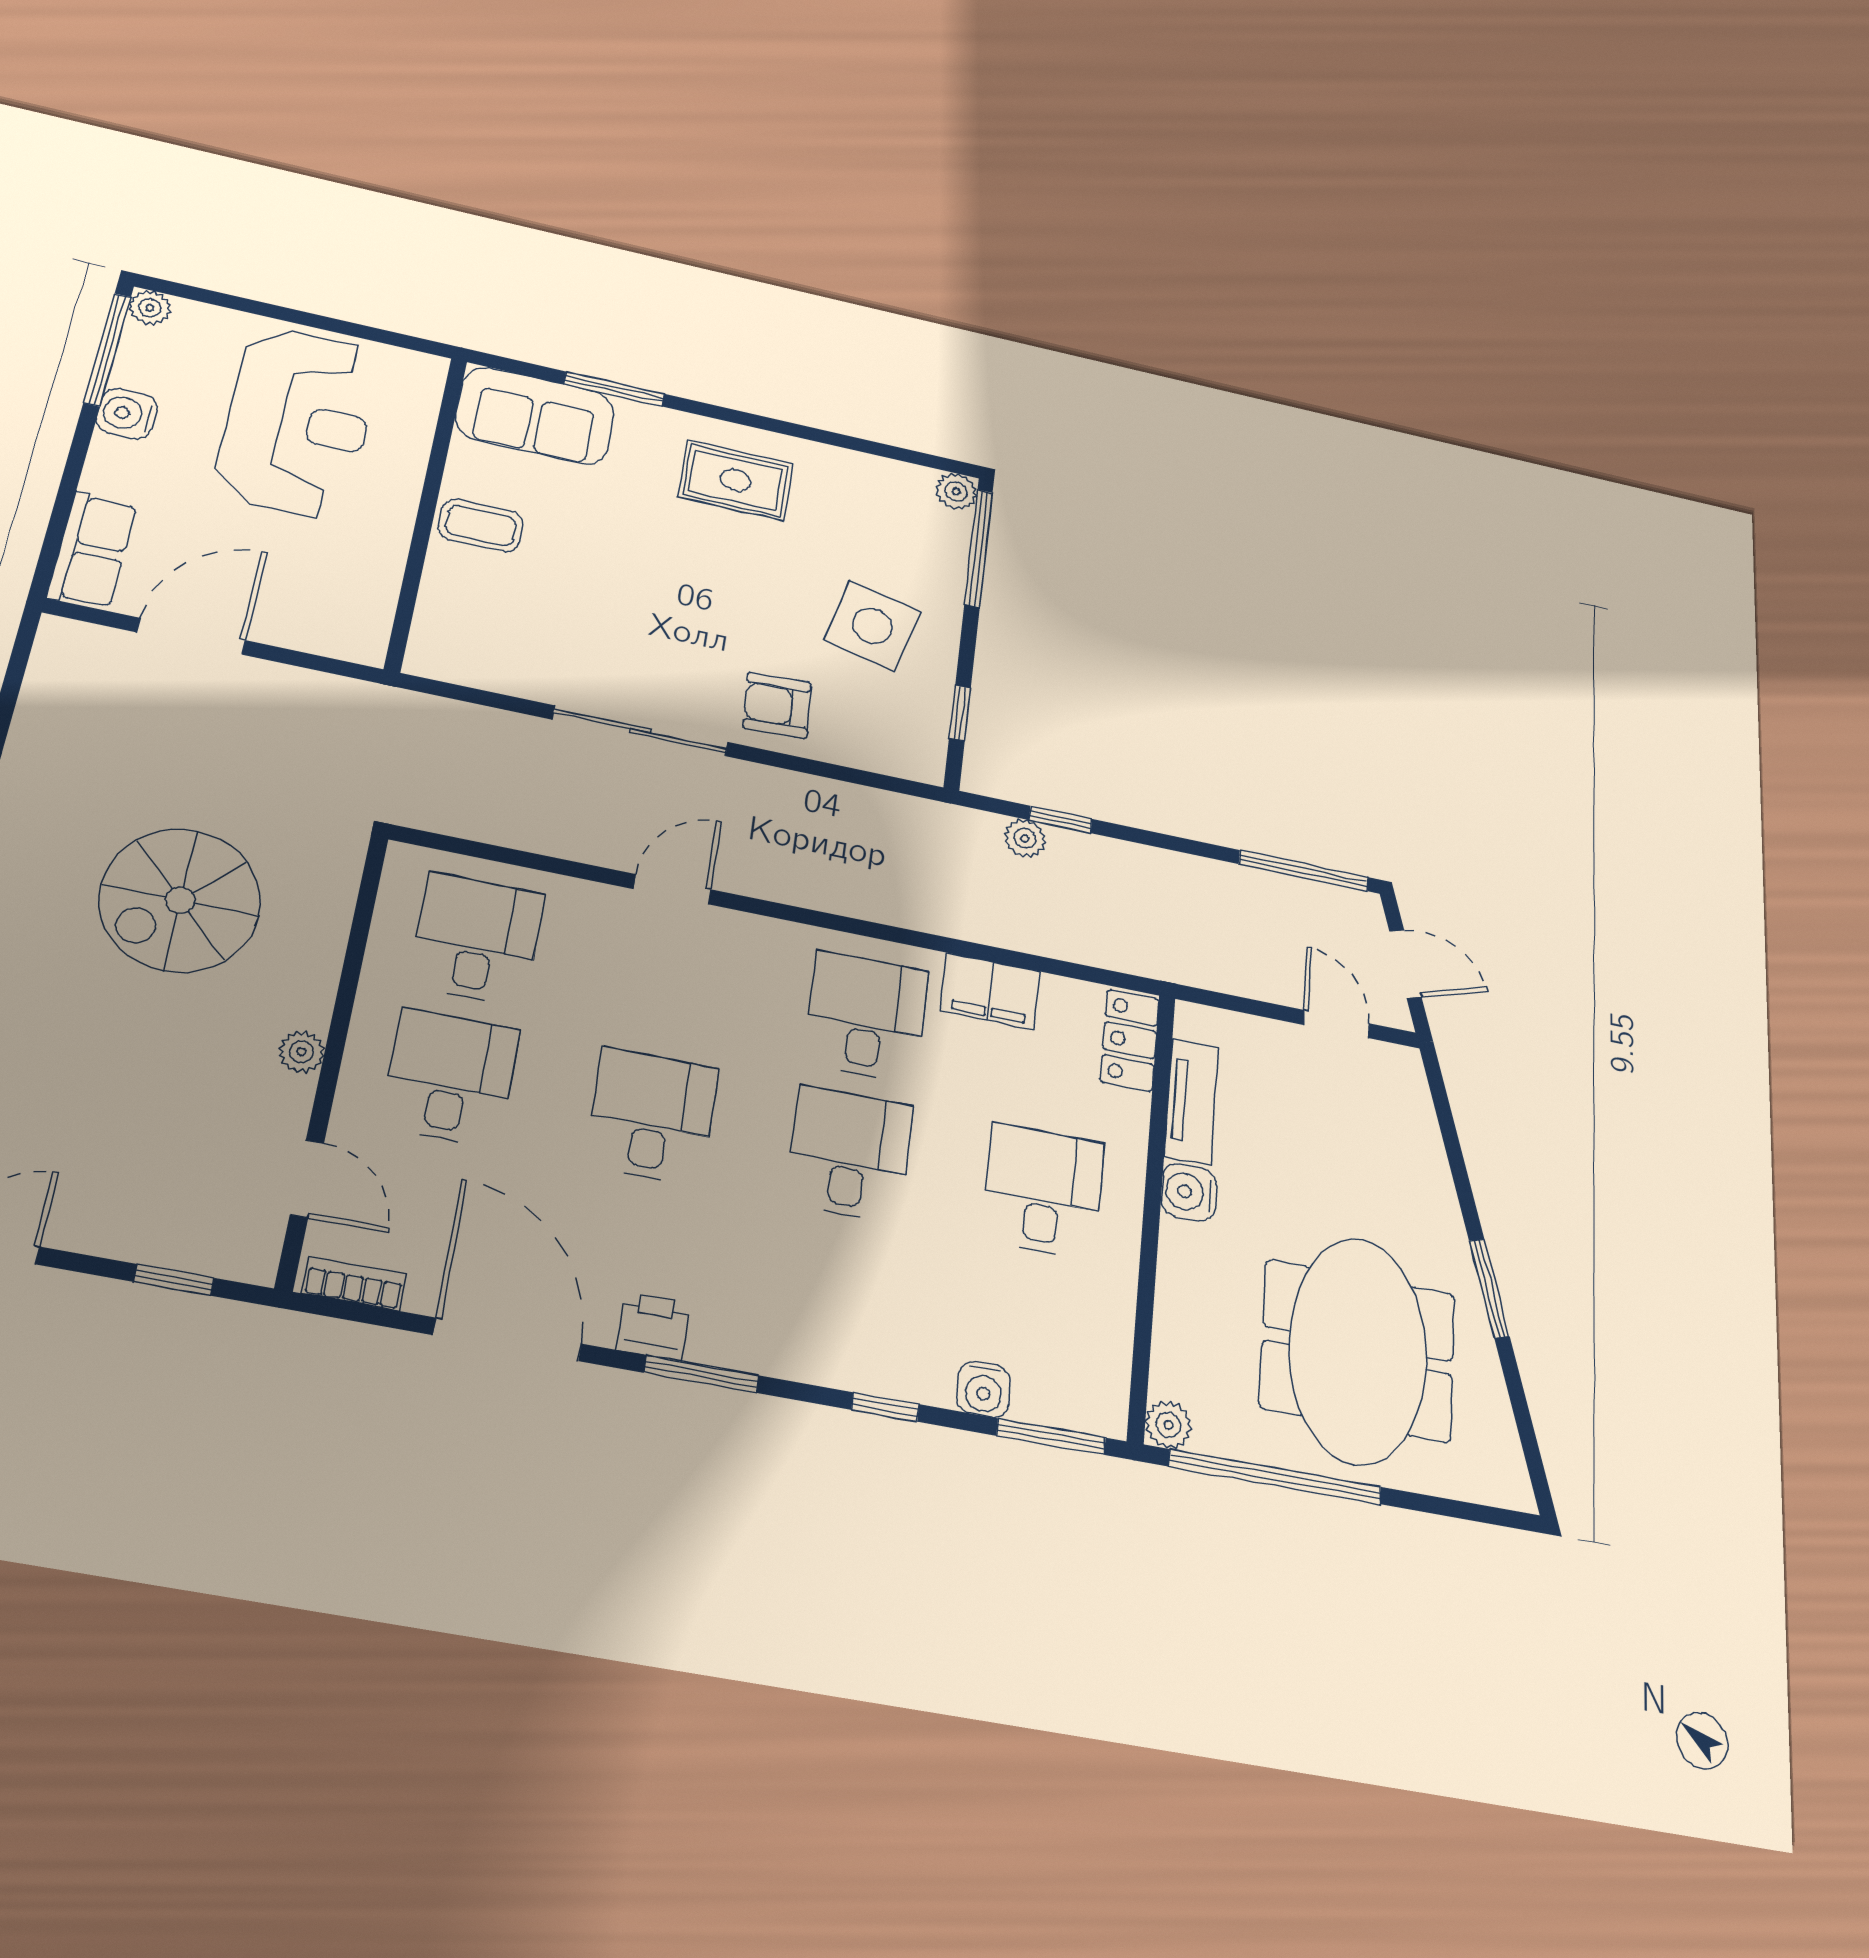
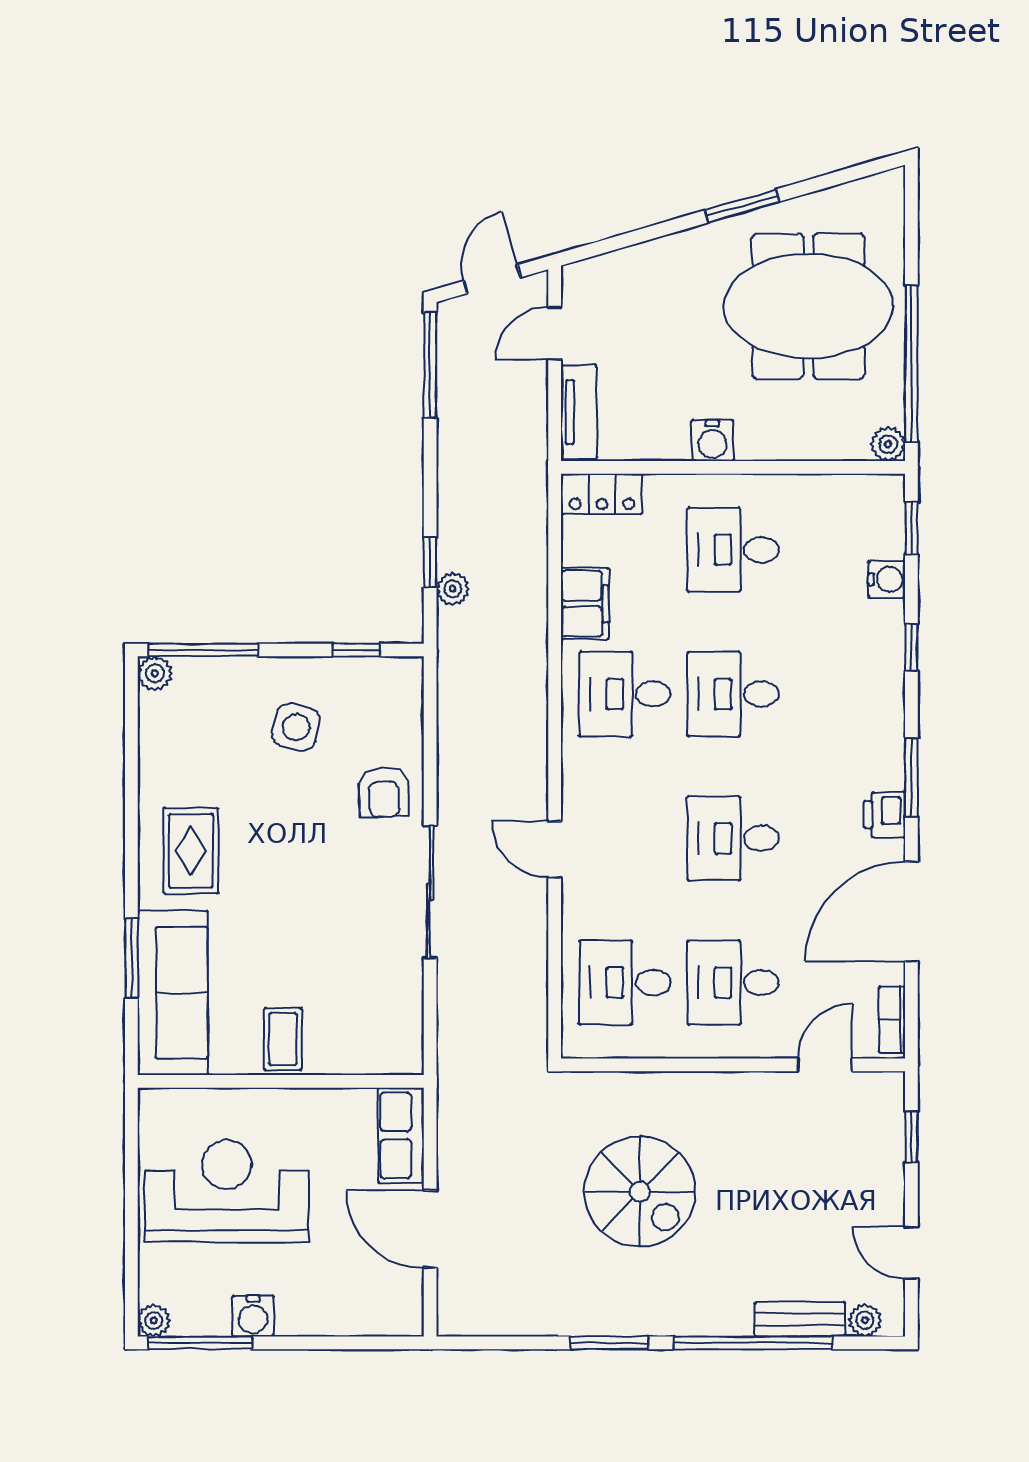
sofa: (535, 415) -> (173, 993), width x1.36
row of seats: (92, 550) -> (401, 1135), moved, turned -90
side table: (872, 626) -> (296, 727), width x0.73, depth x0.73
plant: (302, 1052) -> (735, 1087), removed
tv unit: (1191, 1102) -> (579, 412), moved, turned 90
window: (1051, 1437) -> (911, 528), width x0.67

